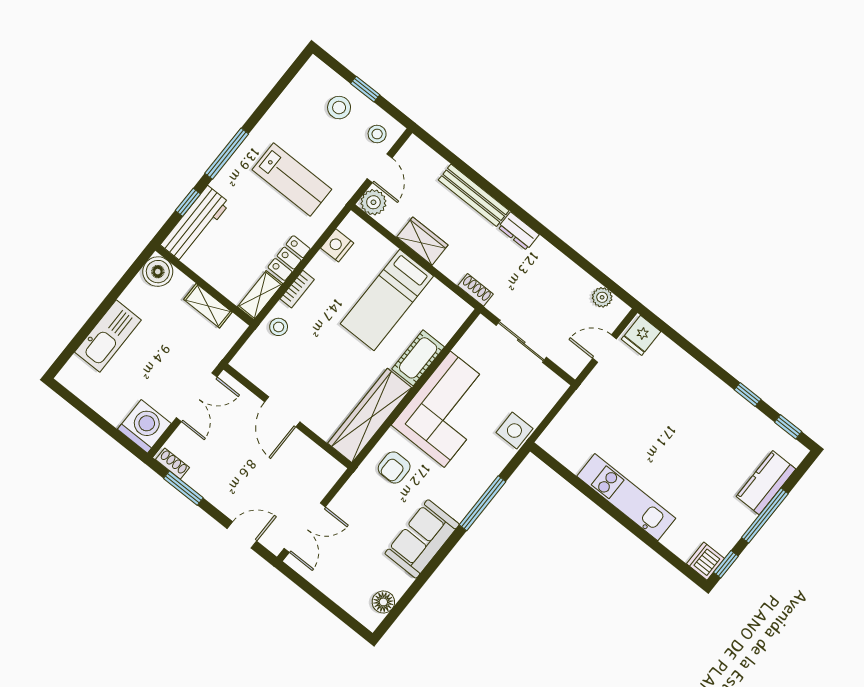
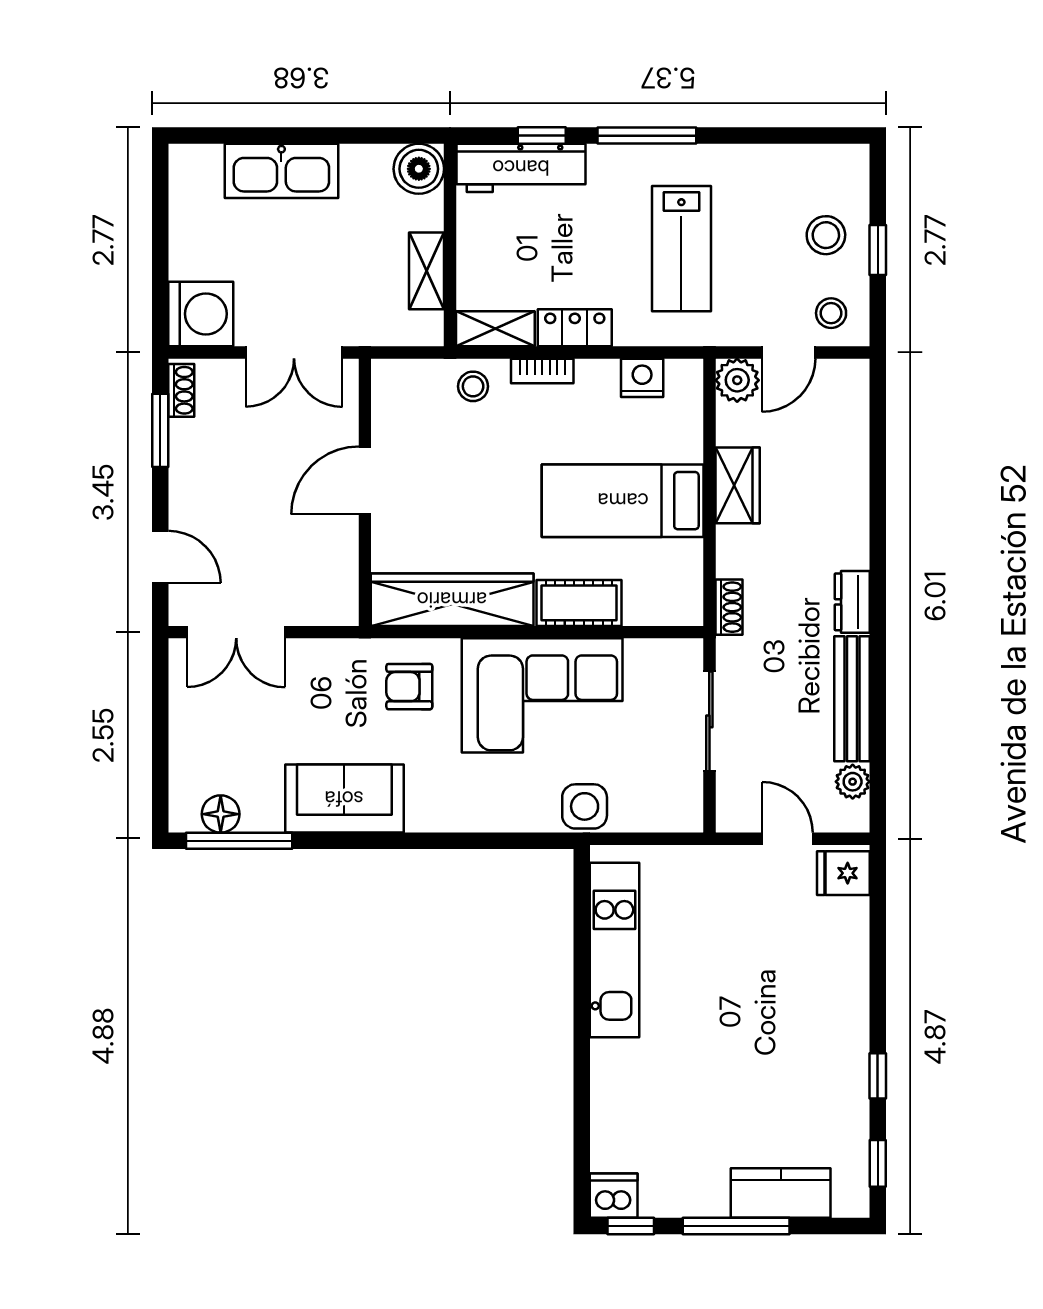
bench: (474, 195) -> (852, 699), moved
kitchen unit: (626, 497) -> (614, 950), moved
window: (483, 503) -> (239, 841), moved

